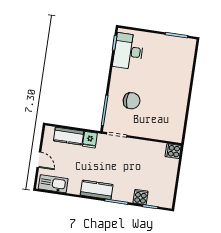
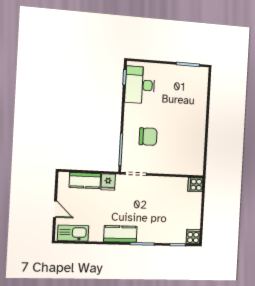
cooker: (141, 197) -> (193, 237), moved

